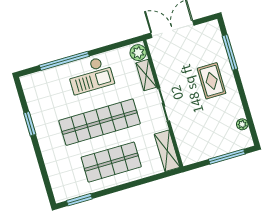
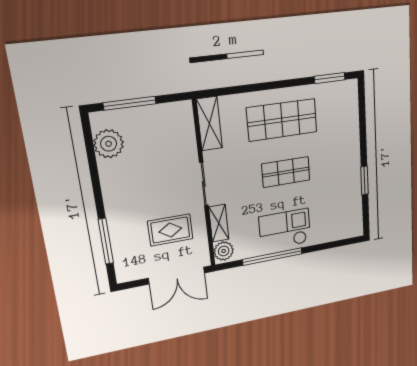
window: (64, 61) -> (272, 257), moved
rug: (212, 81) -> (170, 230), moved, turned 90
shop shelf: (100, 122) -> (286, 172), width x0.50, depth x0.74
plant: (242, 124) -> (109, 144), width x1.88, depth x1.88

